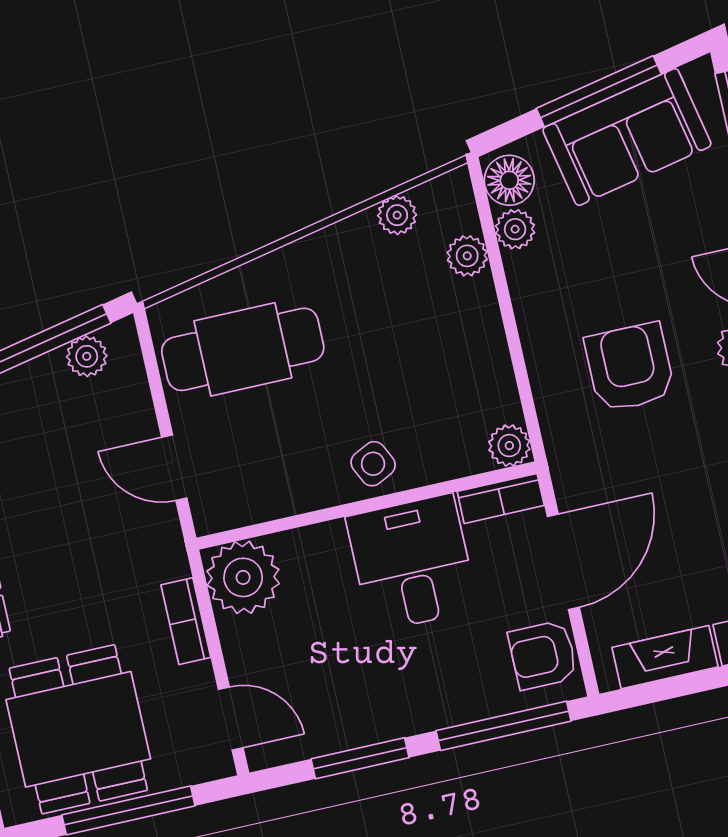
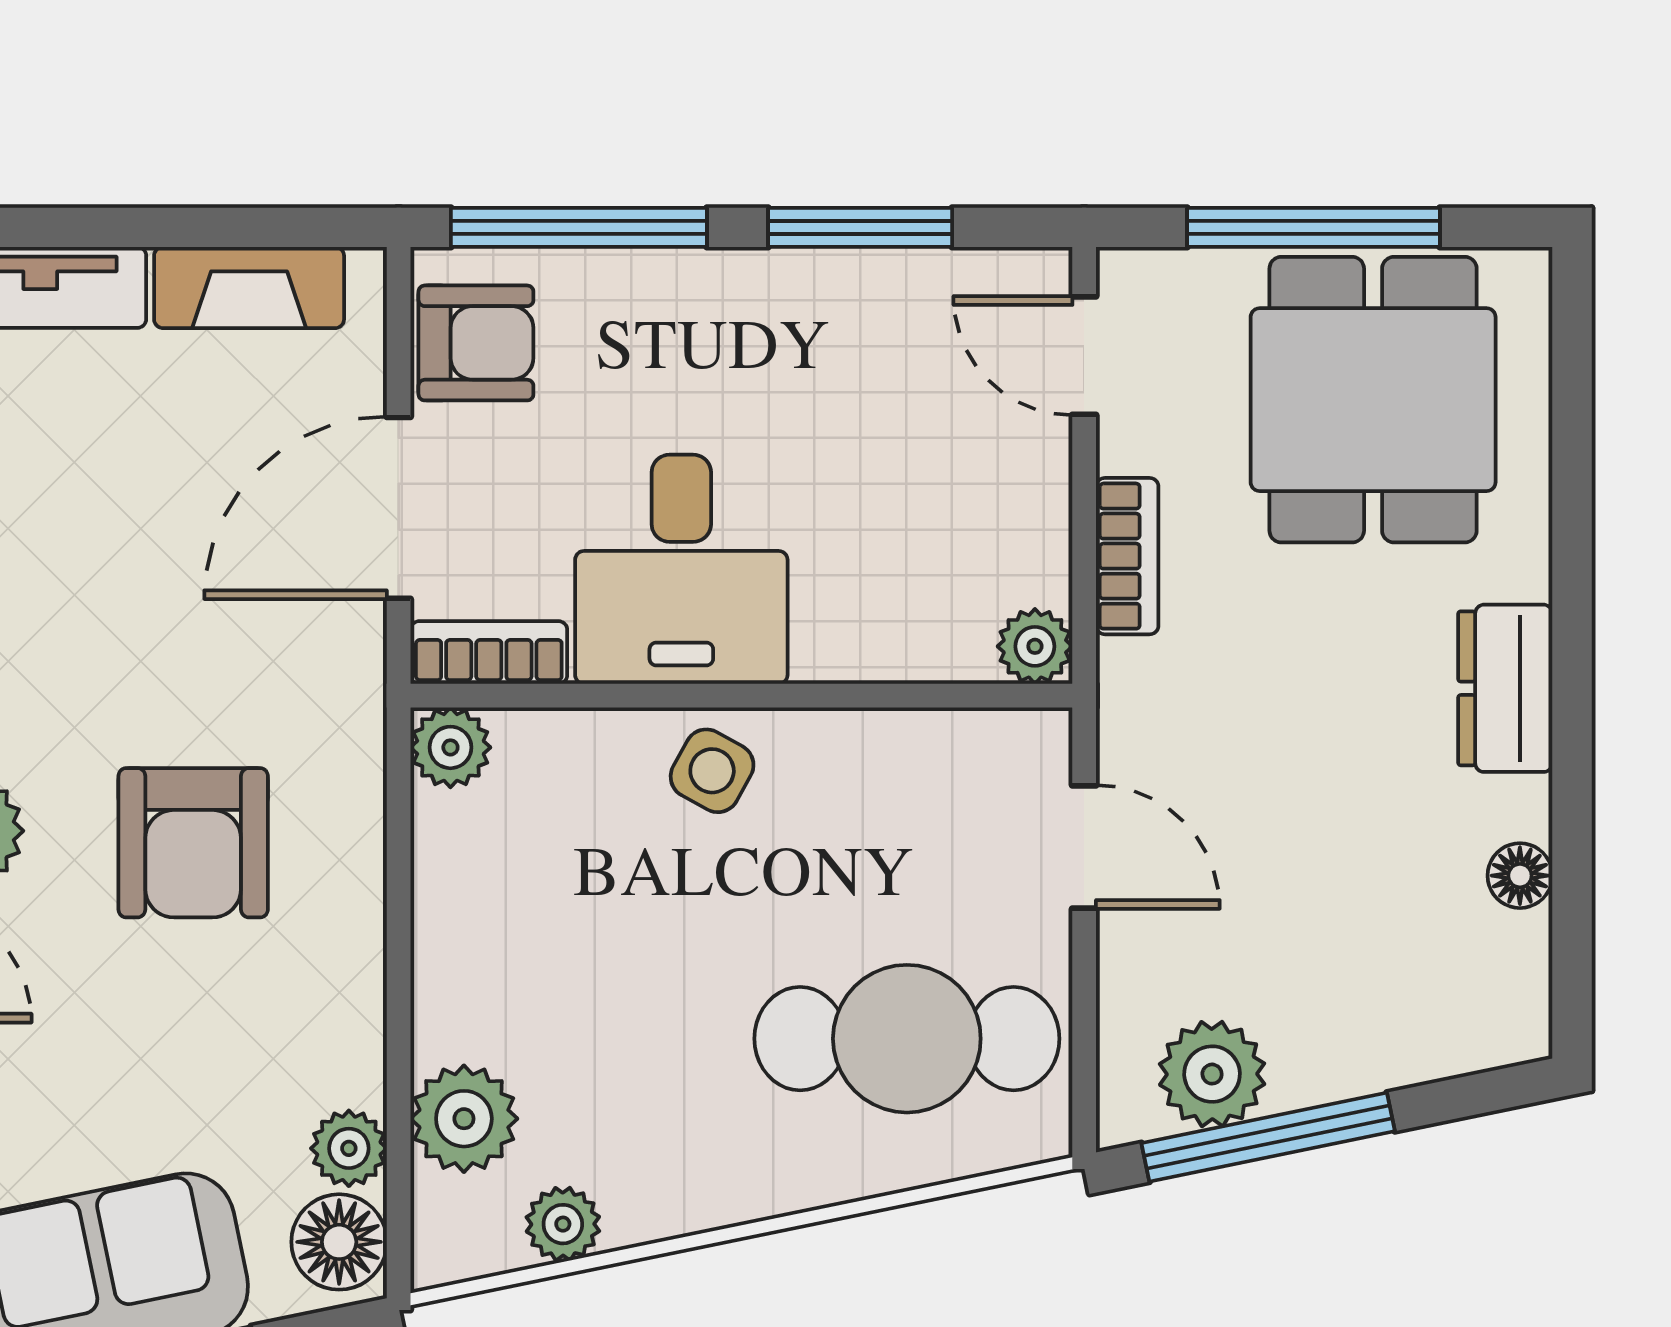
plant: (467, 256) -> (464, 1119), width x1.38, depth x1.38
plant: (87, 356) -> (1212, 1074), width x1.38, depth x1.38
side table: (373, 464) -> (712, 771), turned -35
plant: (243, 577) -> (1035, 646), width x0.53, depth x0.53

